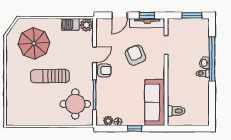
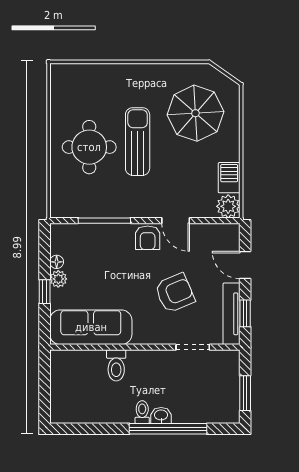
round table: (75, 104) -> (89, 147), moved
toilet: (176, 111) -> (116, 365), moved
plant: (108, 121) -> (58, 279), moved

